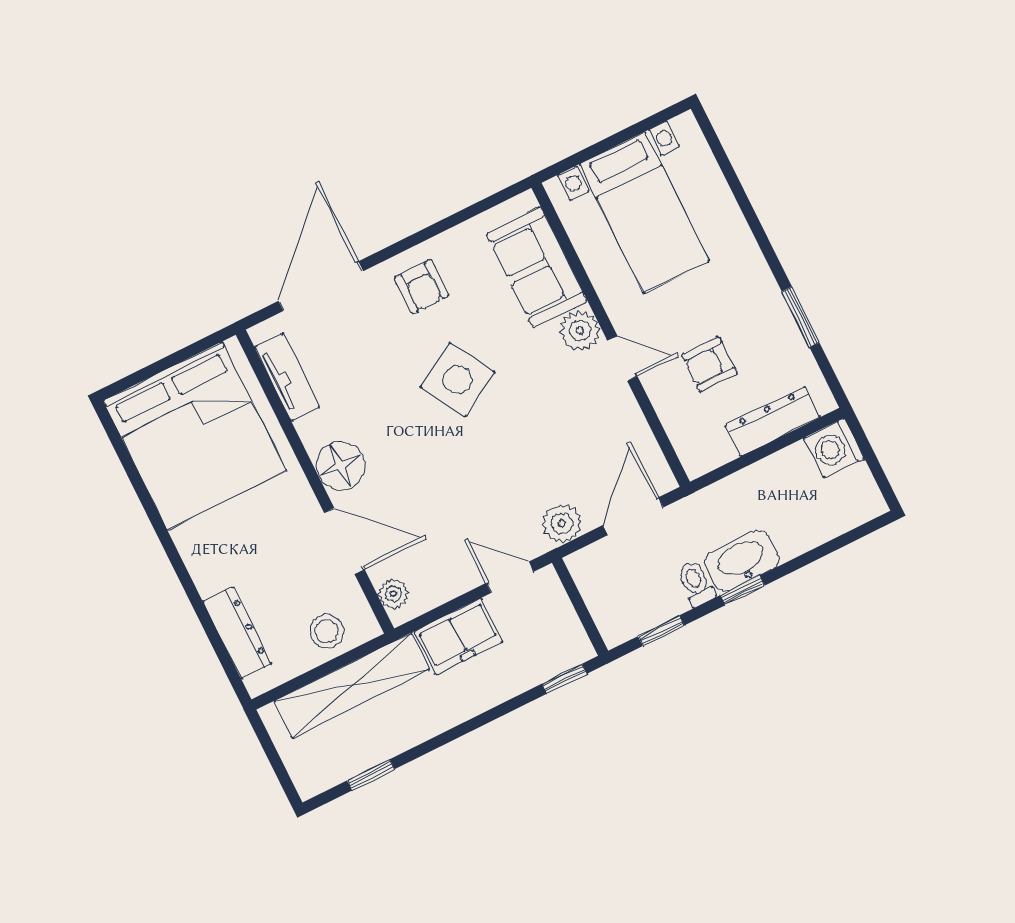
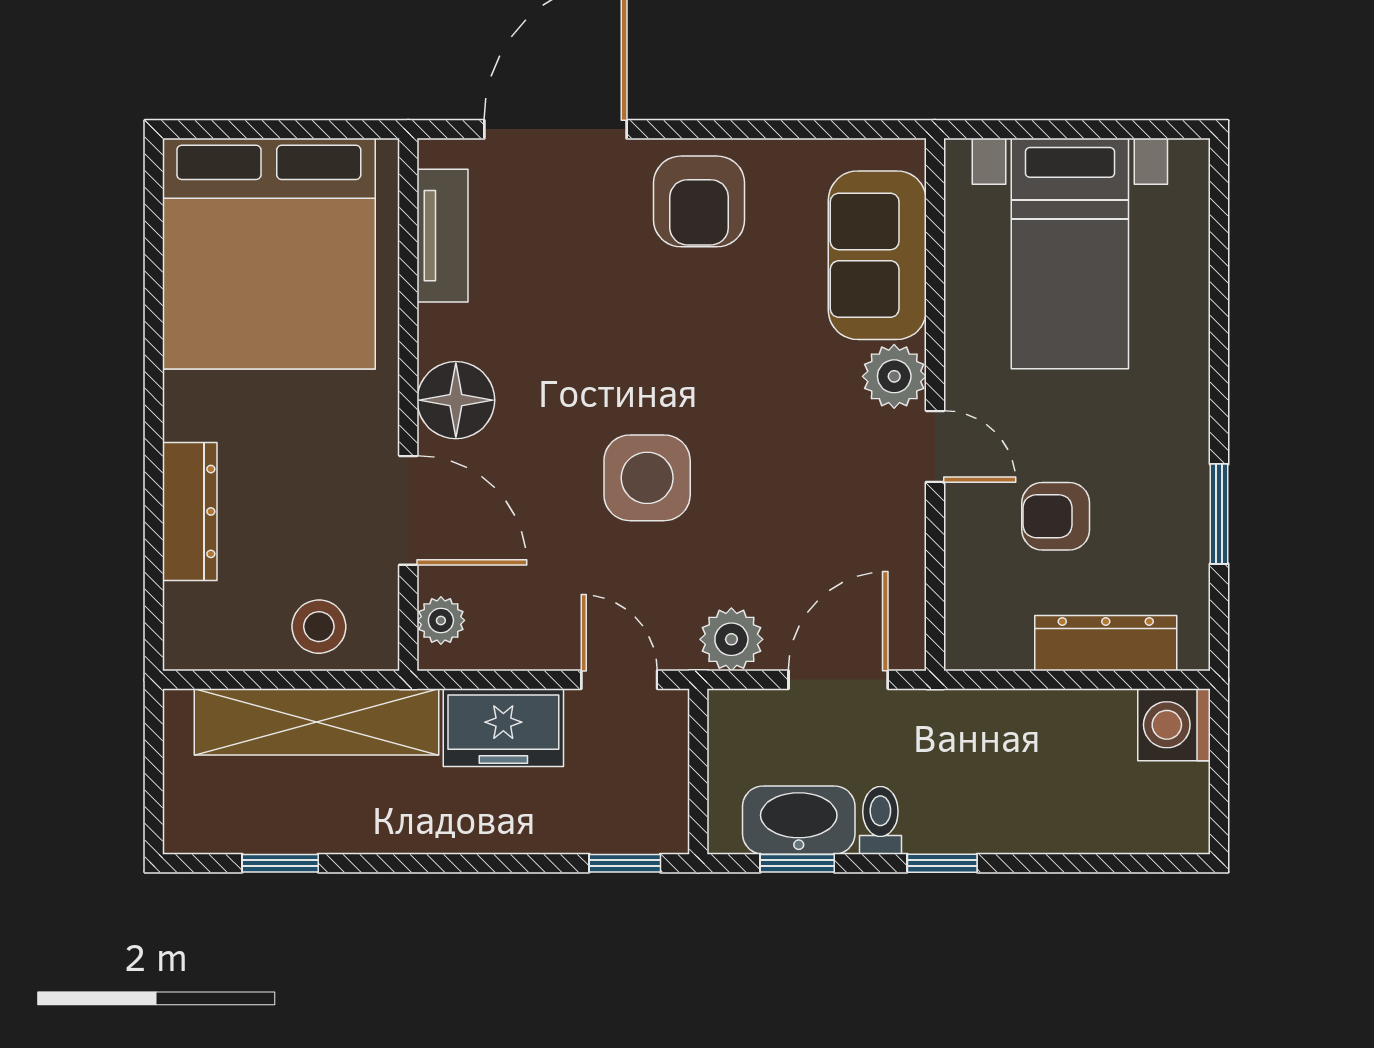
armchair: (422, 287) -> (699, 201), width x1.38, depth x1.38
side table: (458, 380) -> (647, 478), moved, turned 30
washbasin: (742, 561) -> (799, 820), moved
dresser: (237, 633) -> (190, 511), moved

